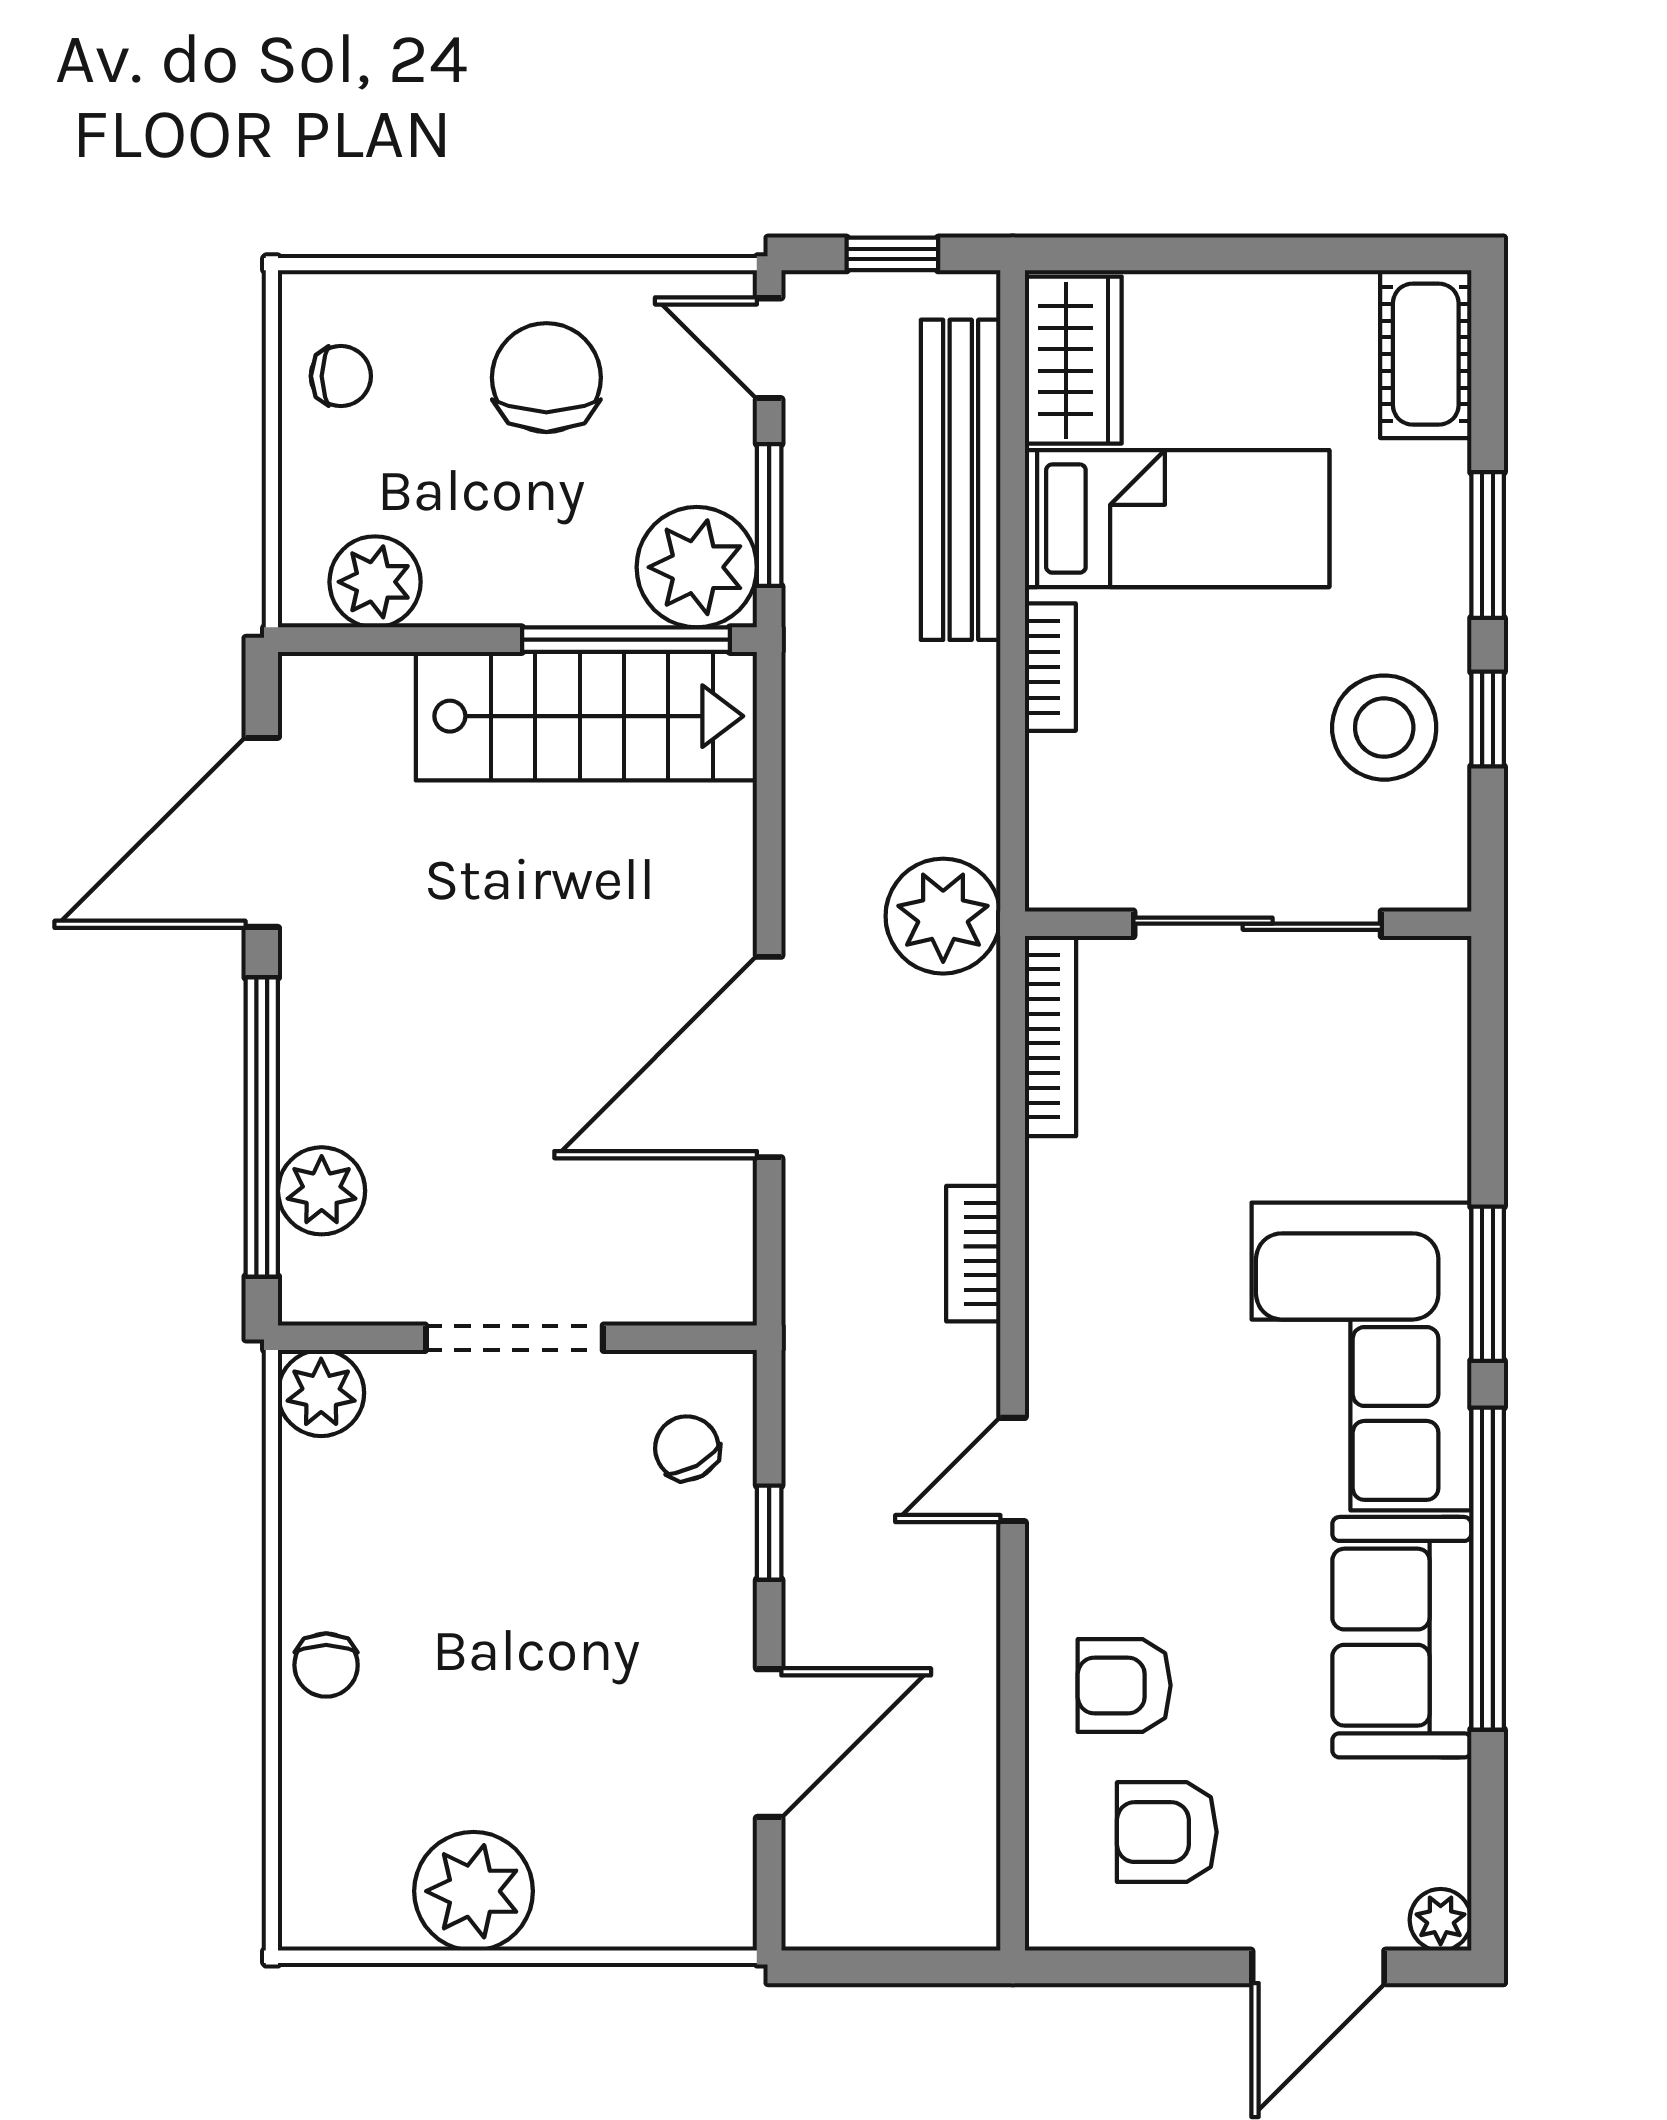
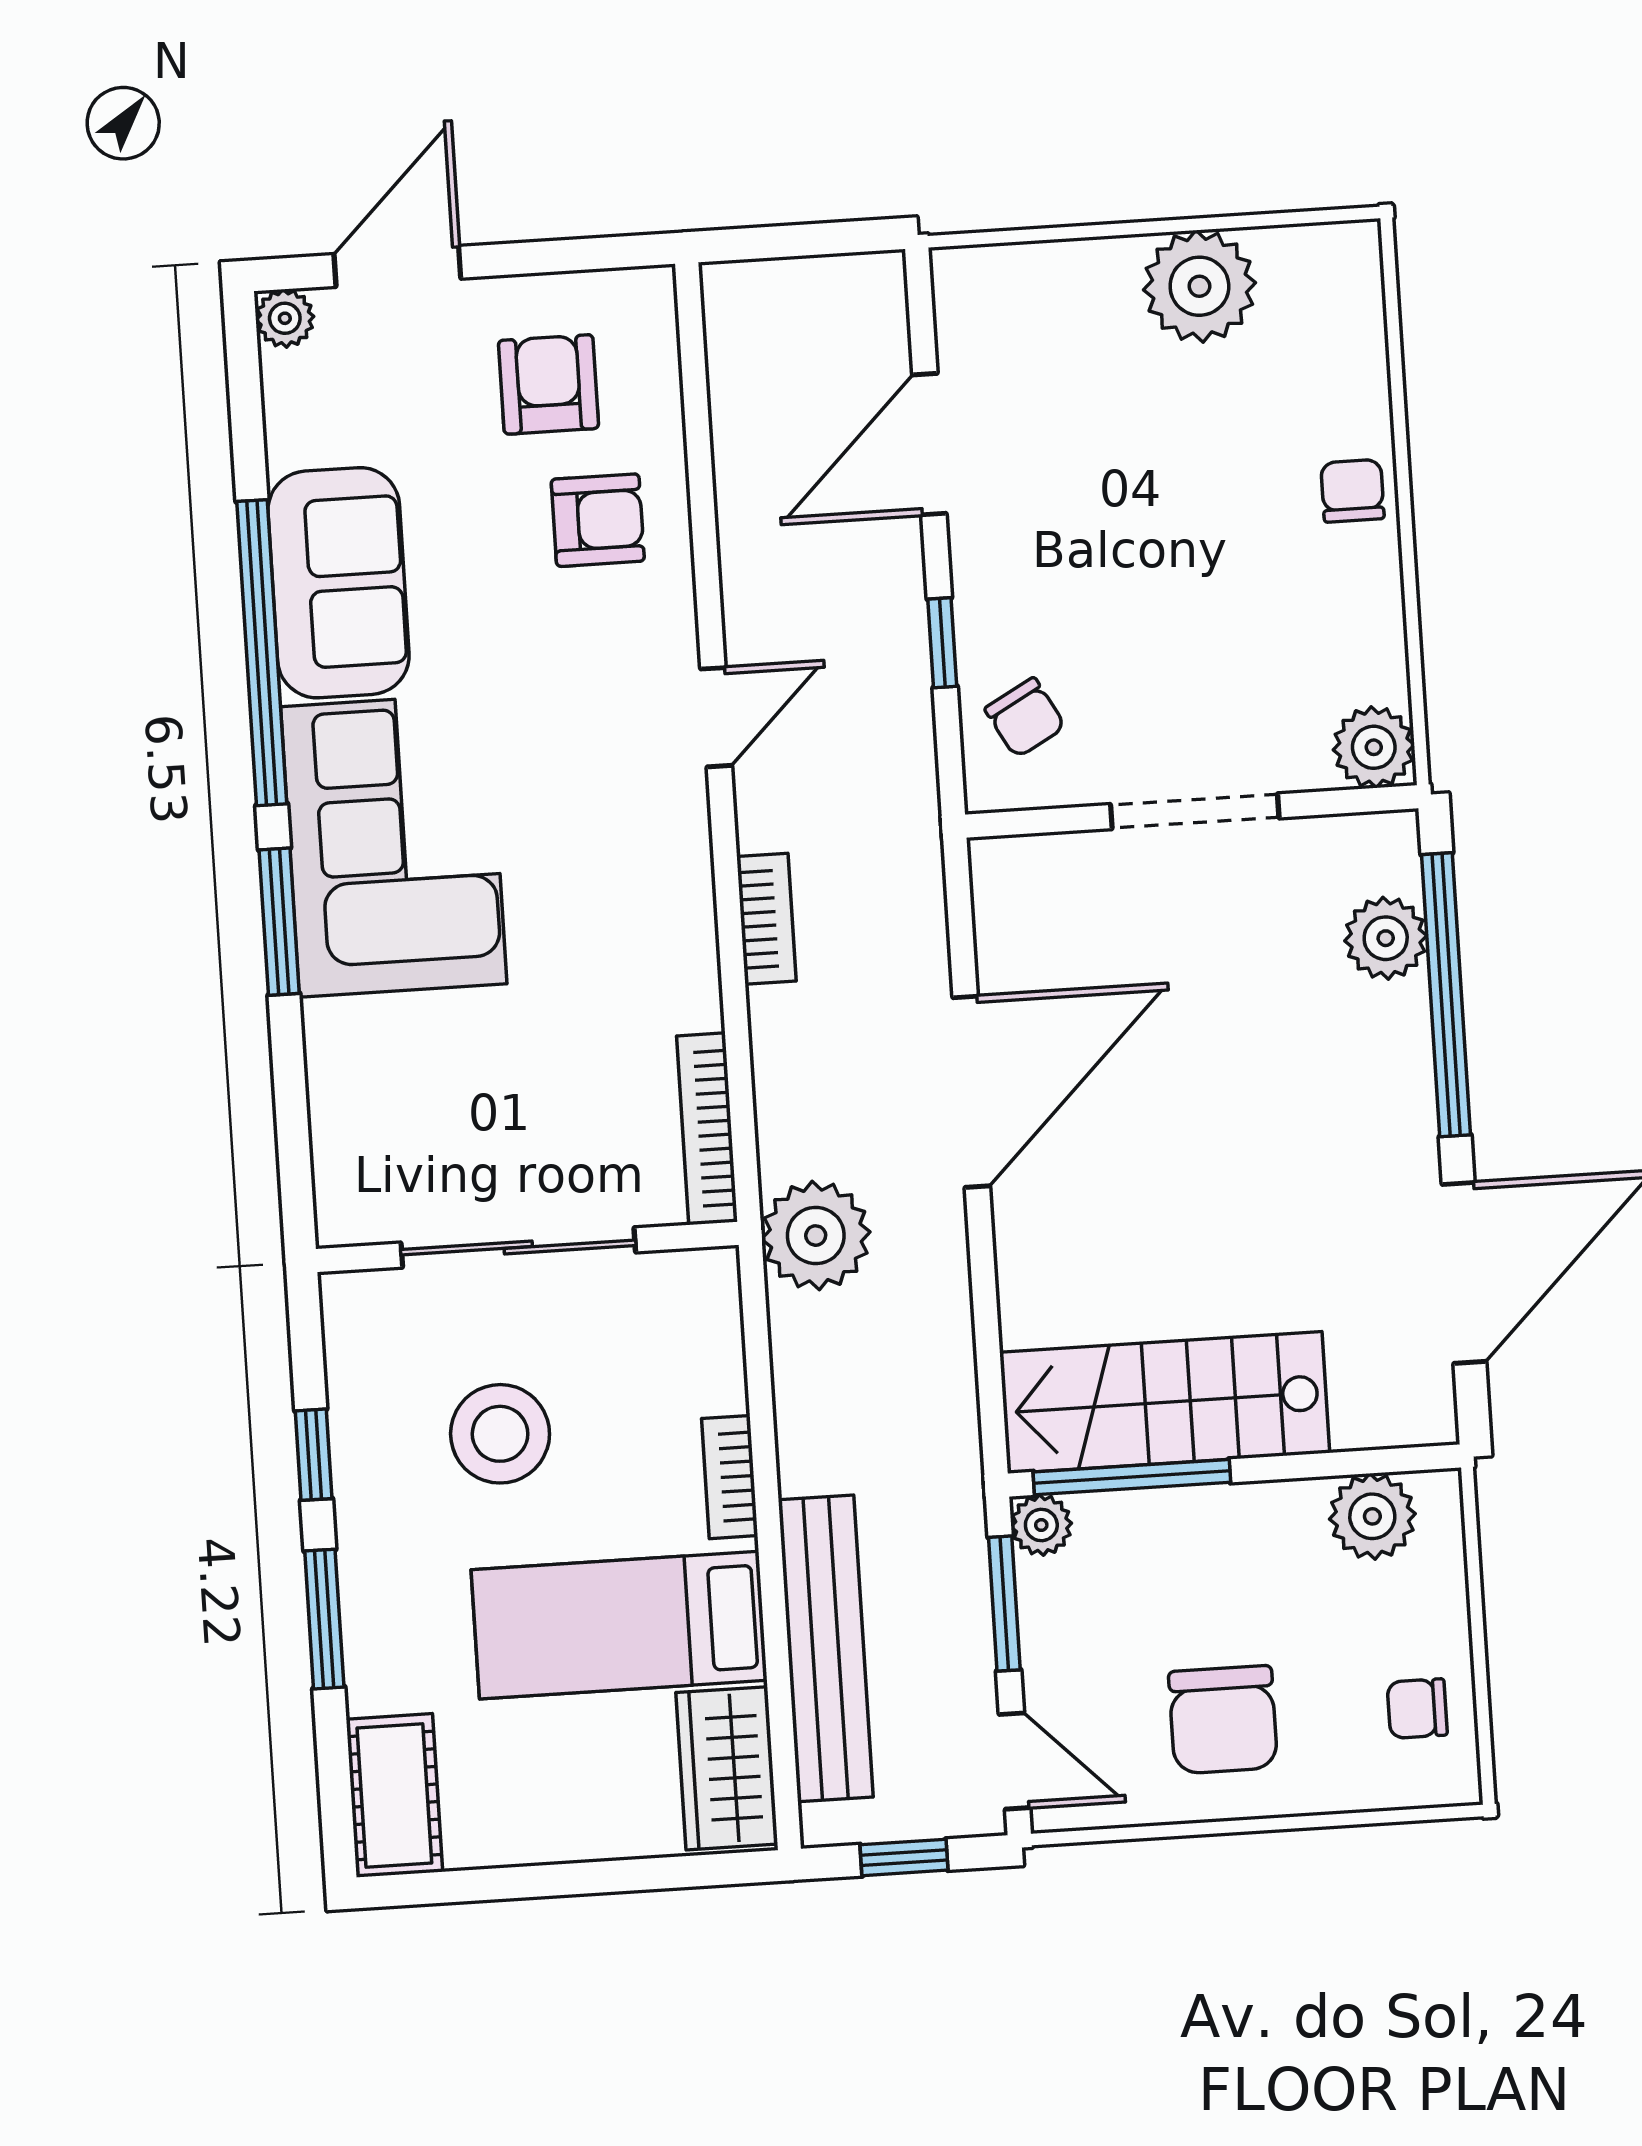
plant: (697, 567) -> (1041, 1525), width x0.53, depth x0.53
stool: (1384, 728) -> (500, 1434), moved
armchair: (1167, 1832) -> (549, 384), turned -90

